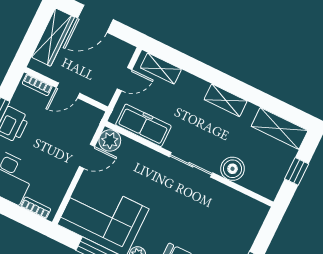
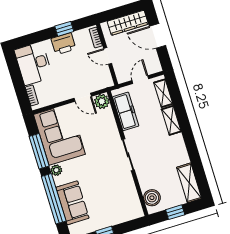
door: (124, 79) -> (140, 80), swing flipped
shelving: (226, 100) -> (171, 120), moved
boiler: (233, 169) -> (152, 198), moved

